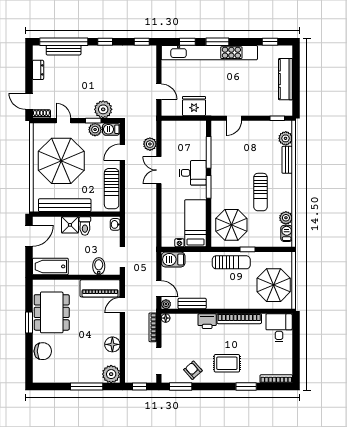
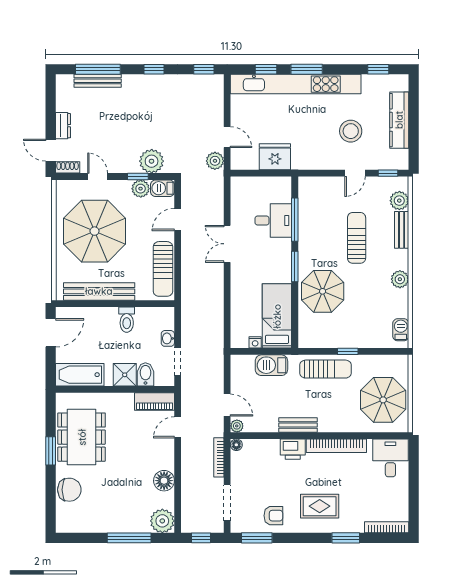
window: (64, 42) -> (98, 69), width x0.68
dresser: (38, 70) -> (63, 126), moved
stool: (250, 87) -> (351, 131), added
door: (234, 118) -> (355, 173), moved
plant: (150, 144) -> (215, 161), moved
desk: (193, 173) -> (273, 221), moved
sun lounger: (261, 192) -> (357, 238), moved, turned 180
plant: (286, 218) -> (400, 279), moved
washbasin: (115, 224) -> (168, 338), moved
shower: (70, 225) -> (125, 375), moved
parasol: (231, 225) -> (323, 291), moved
barbecue: (173, 260) -> (271, 365), moved
piano: (100, 288) -> (155, 402), width x0.73, depth x0.75
bench: (192, 304) -> (298, 425), moved
armchair: (193, 370) -> (273, 516), turned 132

